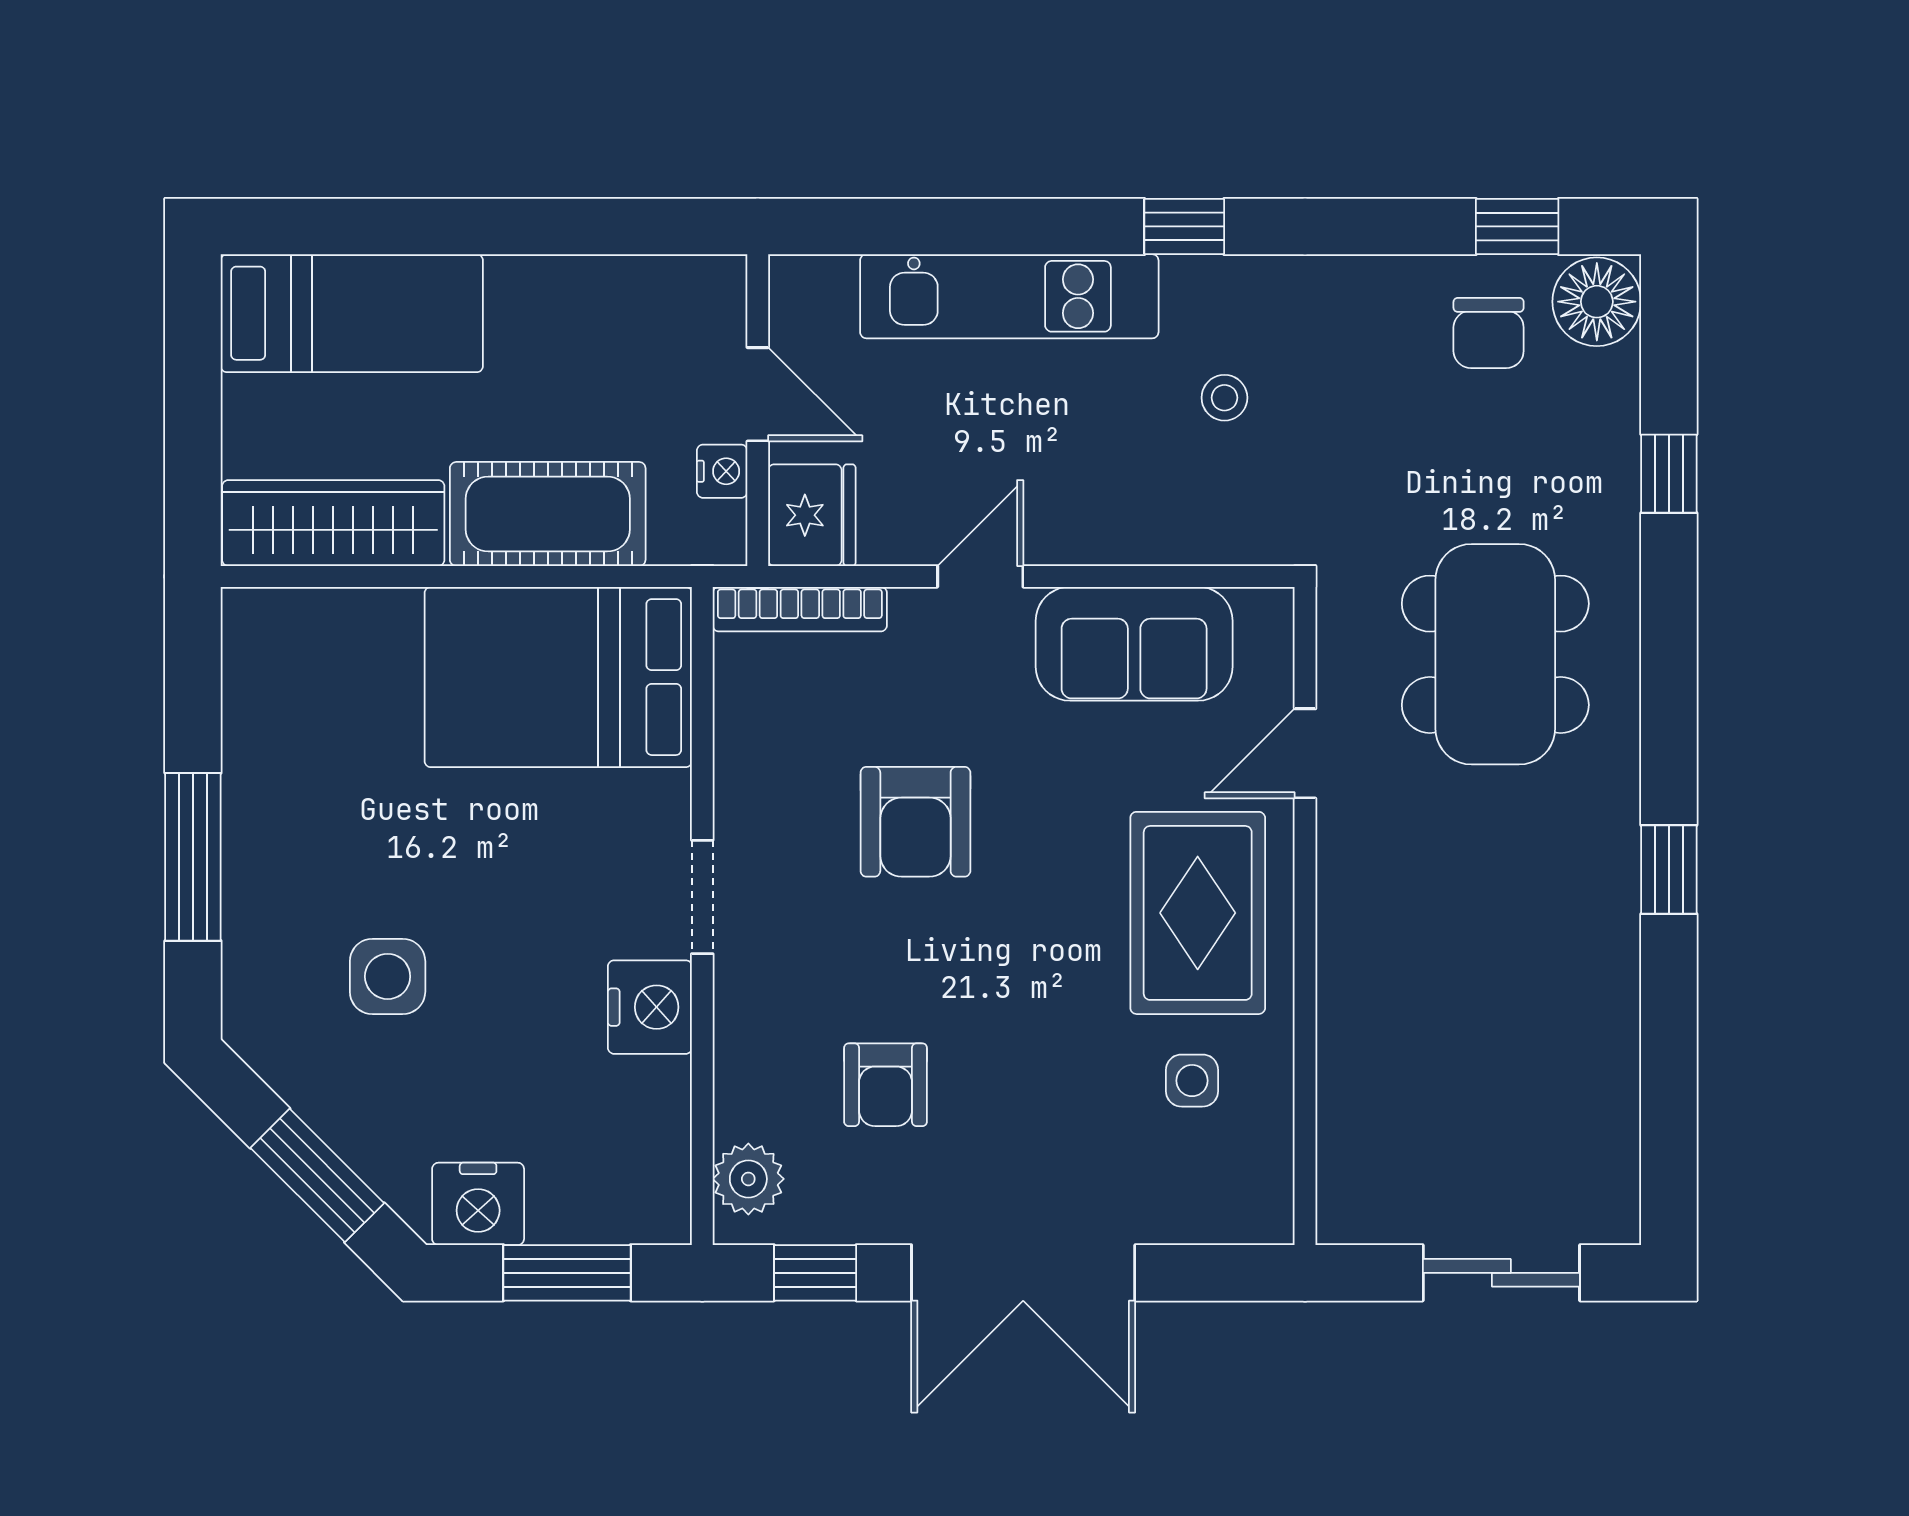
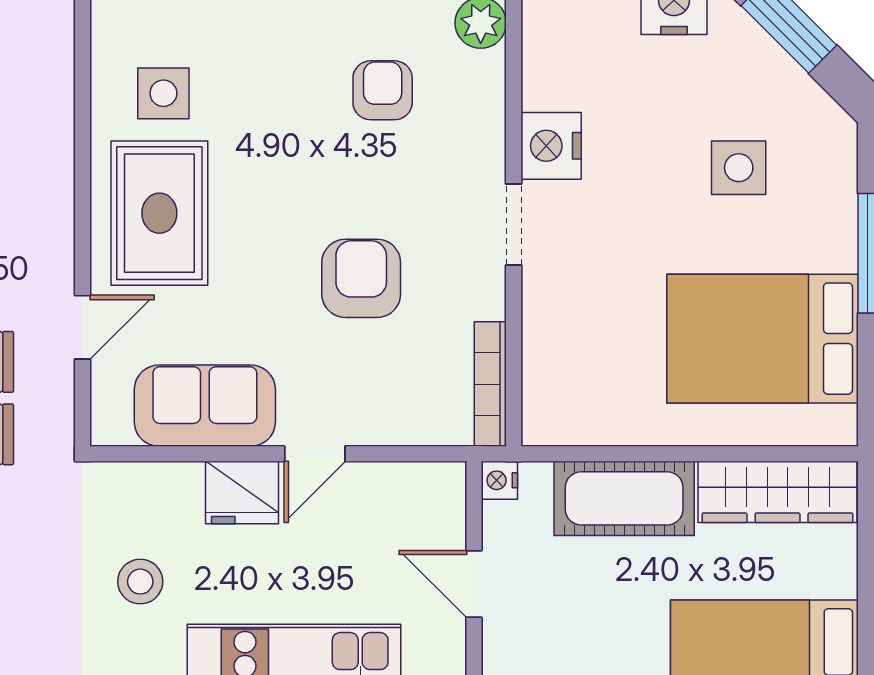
stool: (1224, 398) -> (140, 582), width x1.37, depth x1.37
nightstand: (722, 471) -> (499, 480), moved
fridge: (812, 515) -> (242, 493), moved, turned -90
bookcase: (800, 609) -> (490, 384), moved, turned -90
bed: (558, 677) -> (762, 339), moved, turned 180
side table: (1192, 1081) -> (163, 93), width x1.37, depth x1.37

